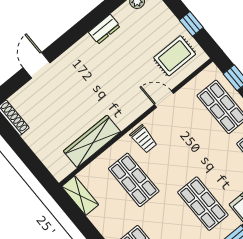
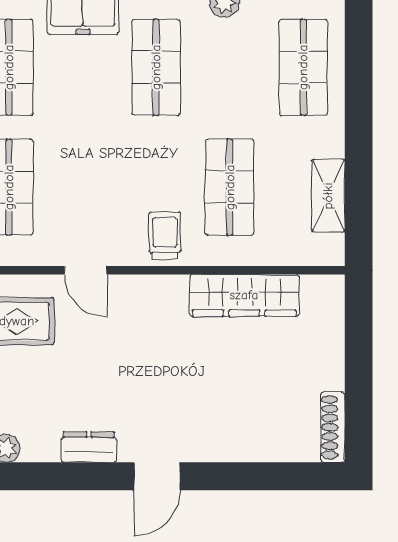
door: (37, 65) -> (157, 476), moved
shelving: (80, 196) -> (328, 196), moved

